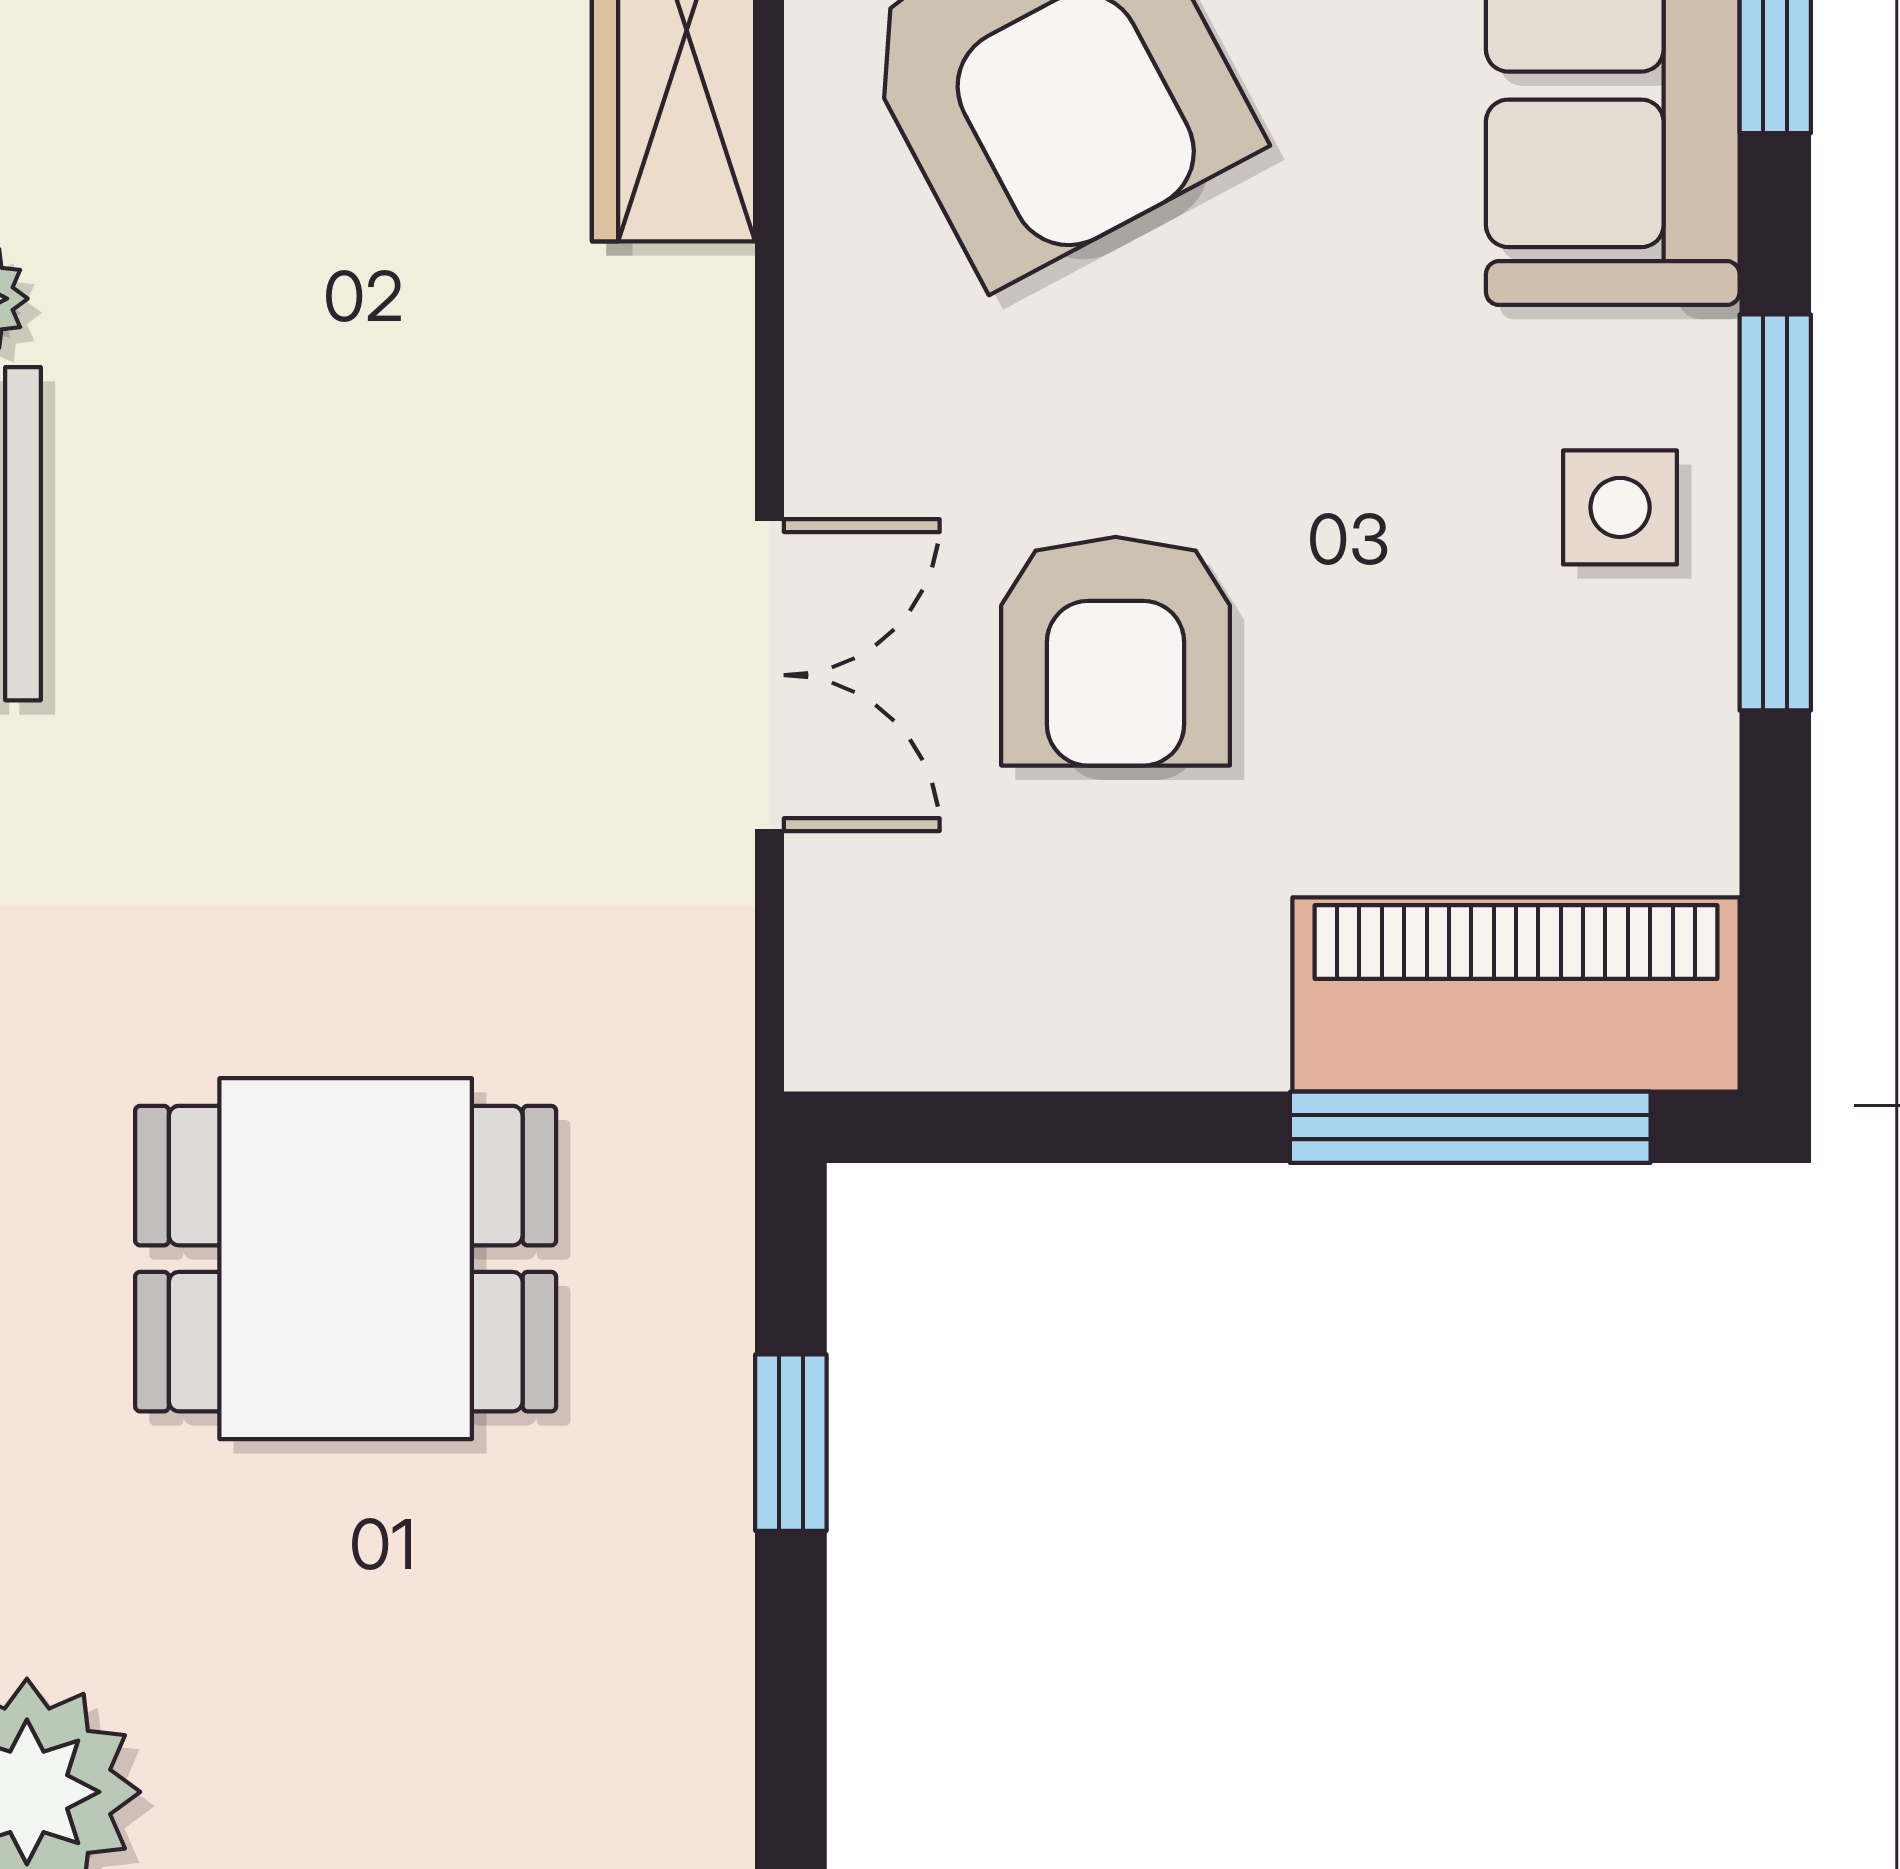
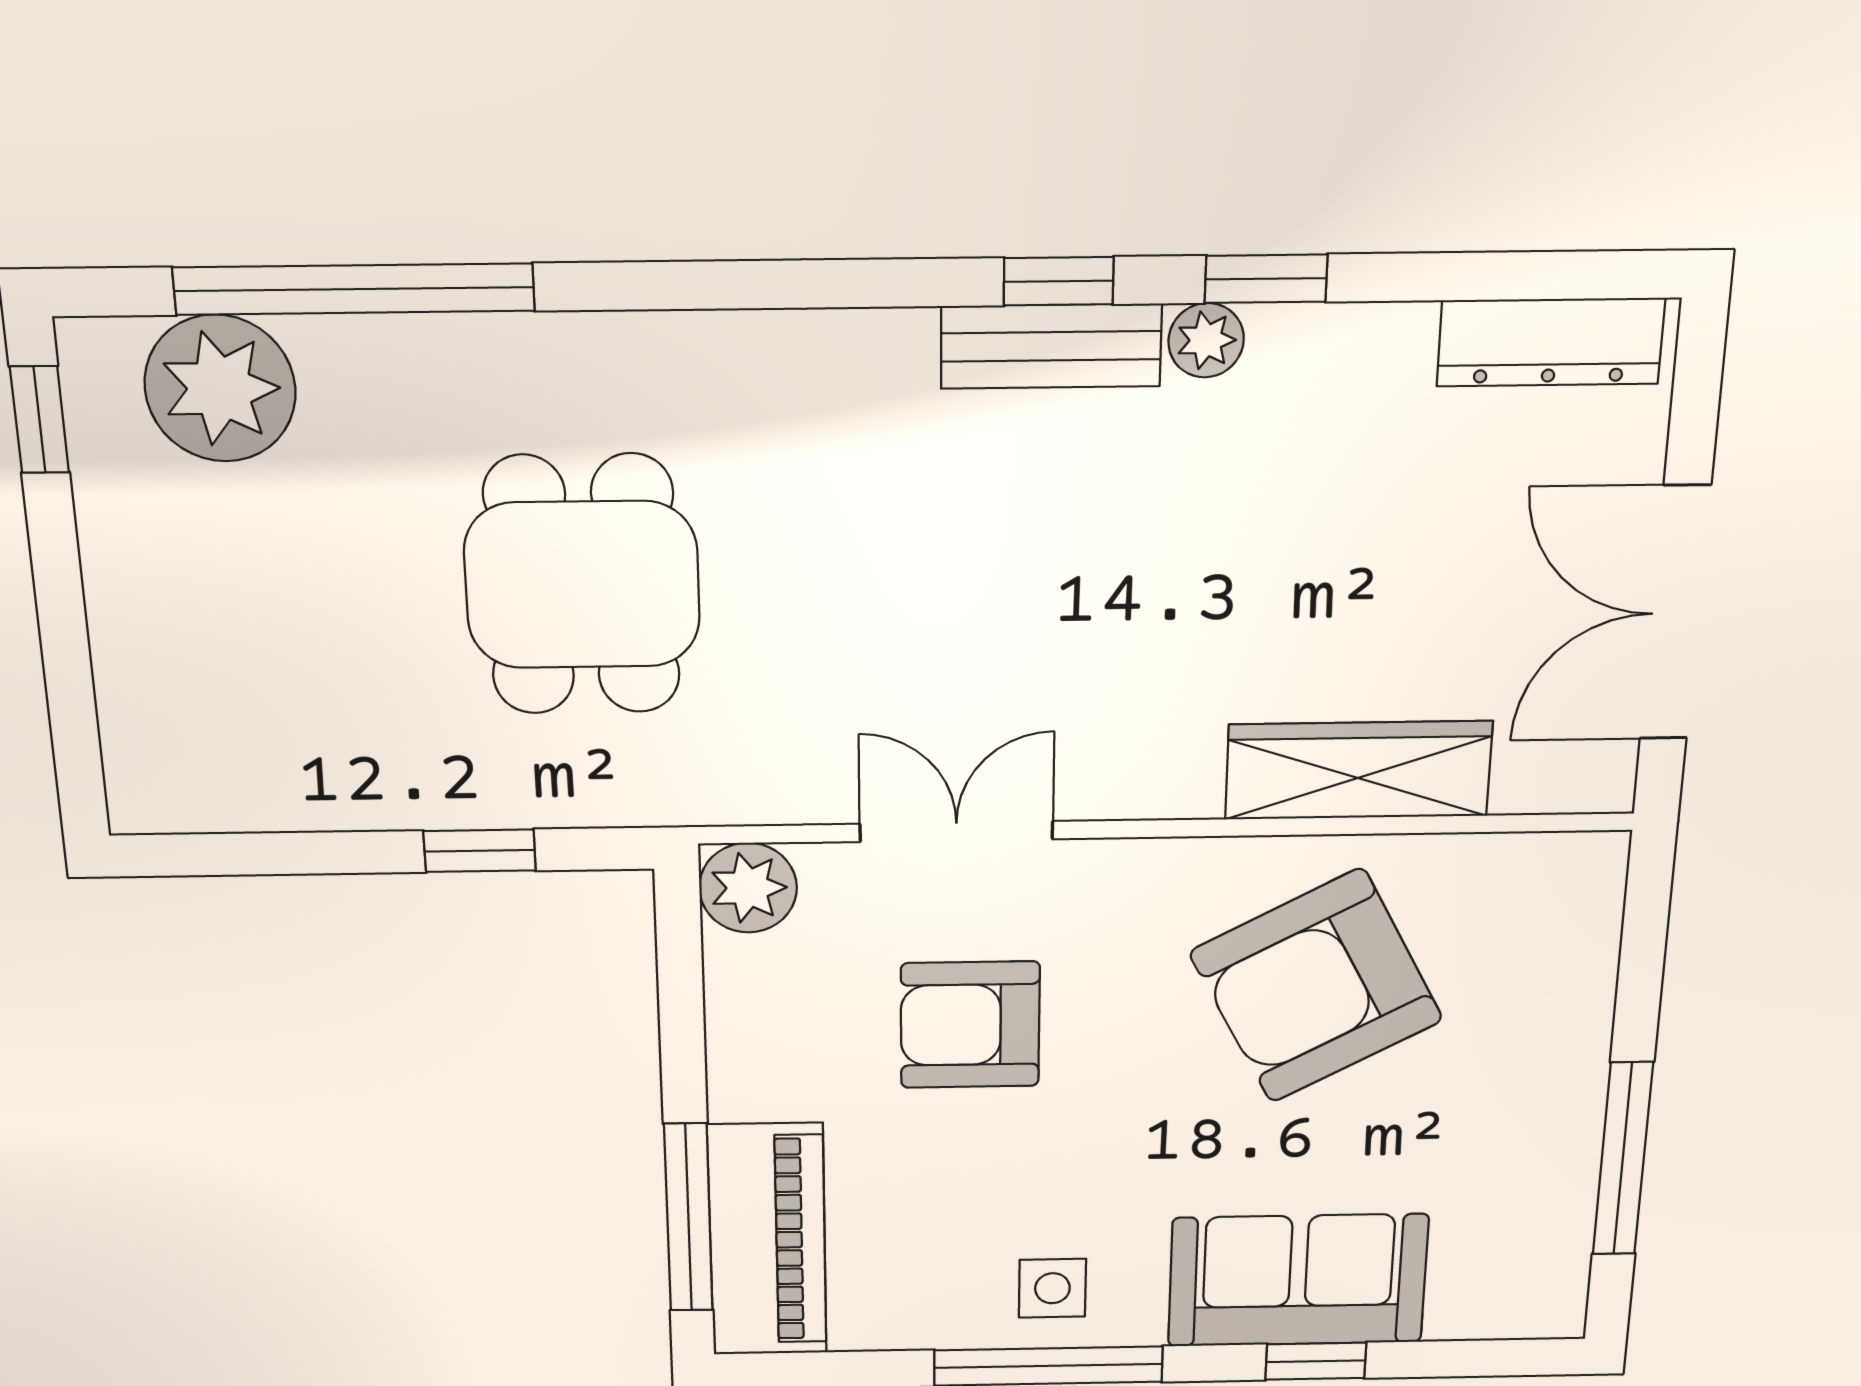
double door: (770, 675) -> (956, 832), swing flipped
plant: (863, 1013) -> (748, 888), added

